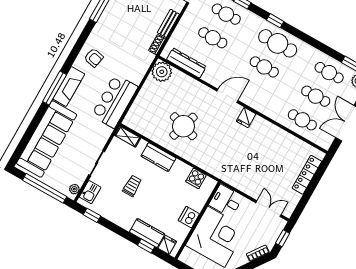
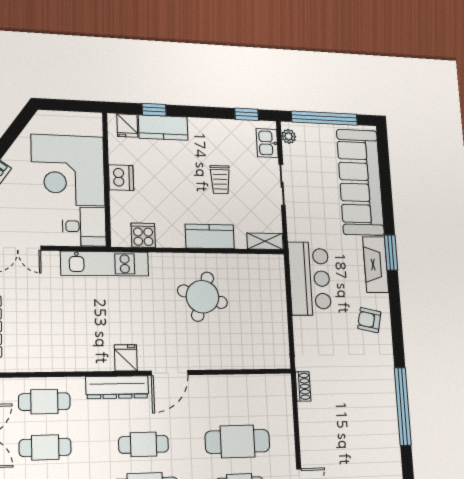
bench: (168, 23) -> (306, 424), removed
cafe table: (213, 38) -> (237, 441), width x1.37, depth x1.35
dresser: (186, 63) -> (117, 387), moved
plant: (162, 72) -> (275, 353), removed
window: (55, 88) -> (391, 253), width x0.69
kitchen unit: (227, 174) -> (105, 264), added

